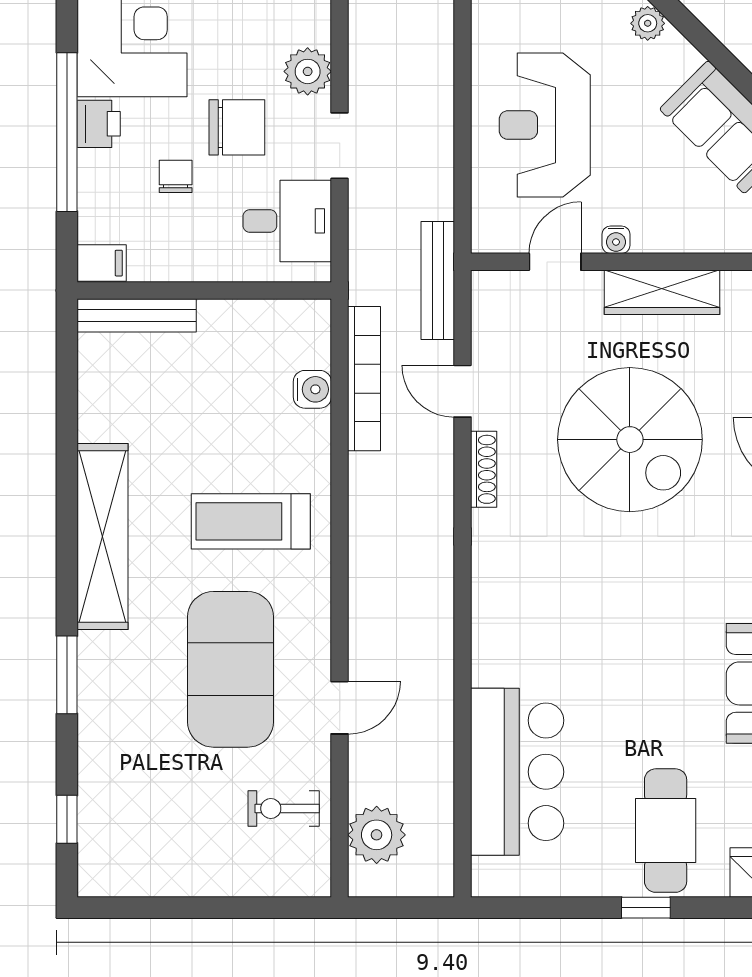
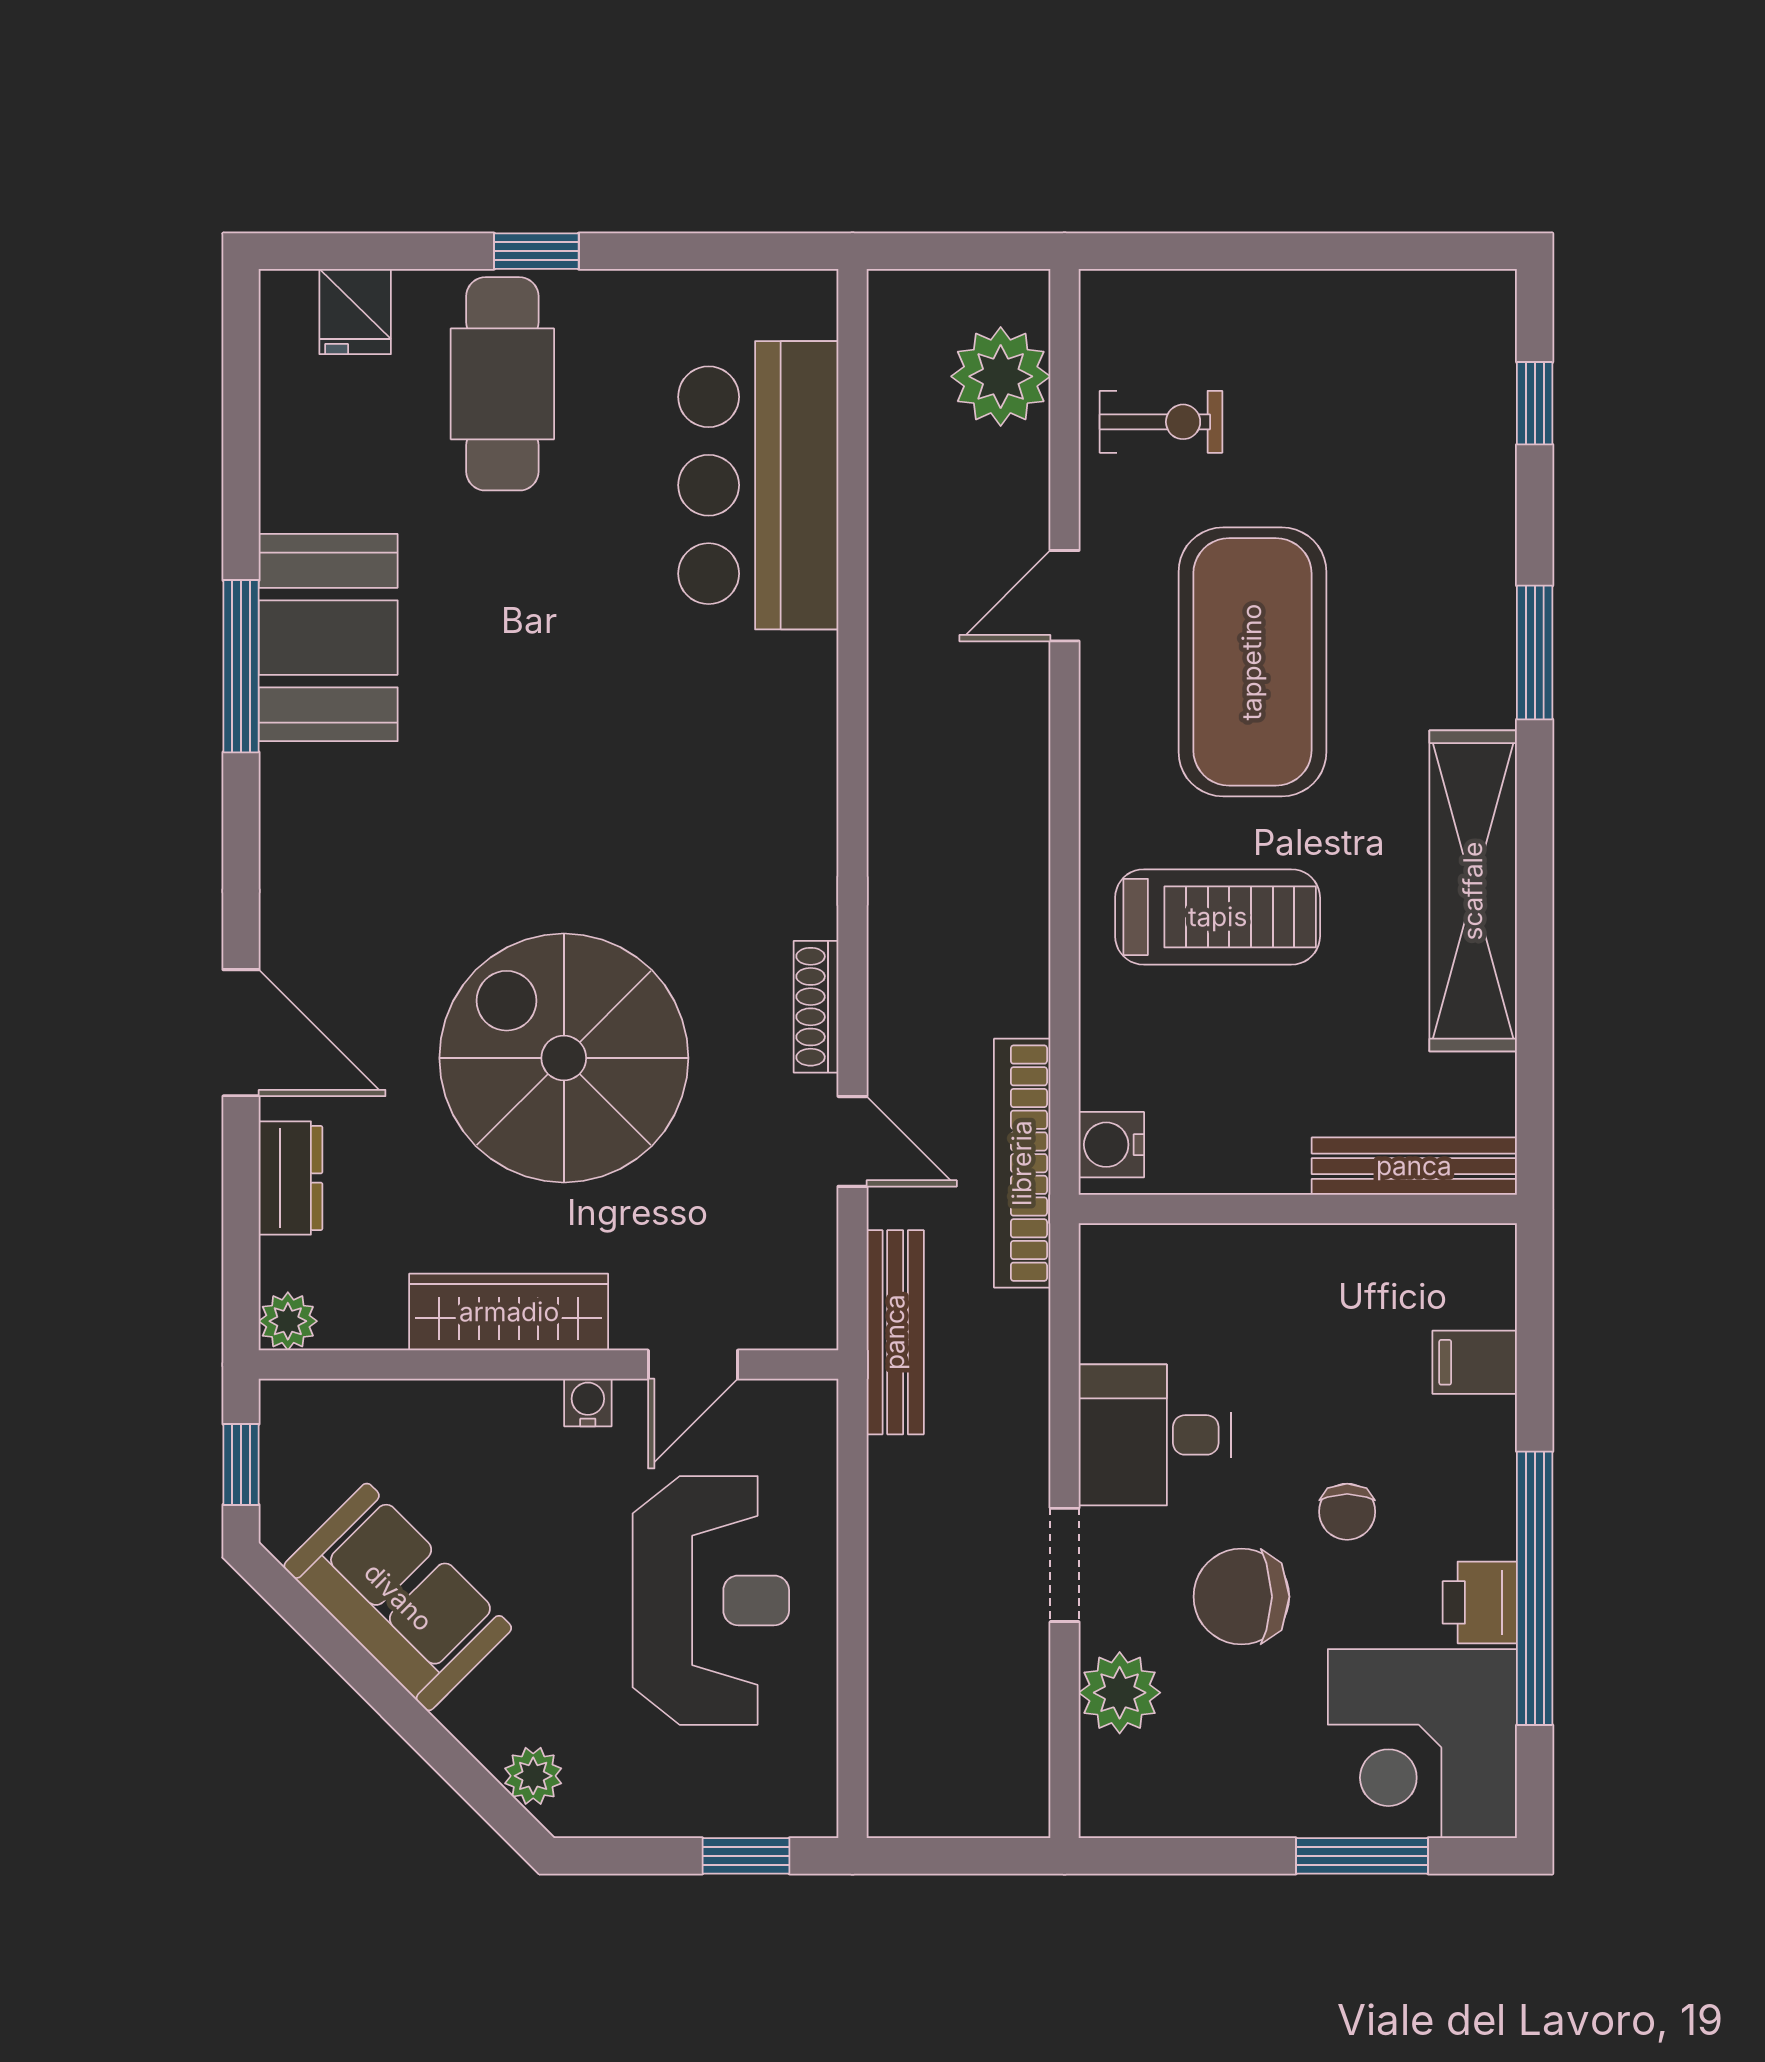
wall: (204, 290) -> (1298, 1209), moved
bench: (137, 315) -> (1414, 1166), moved

